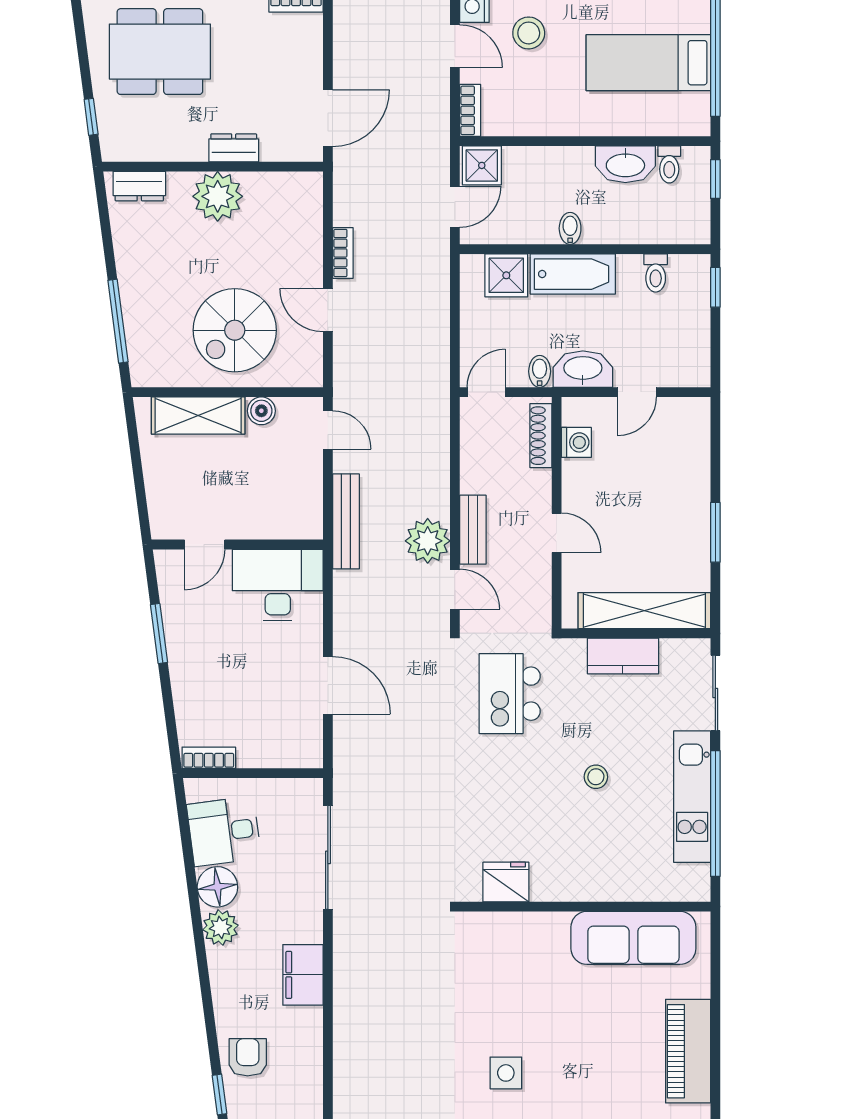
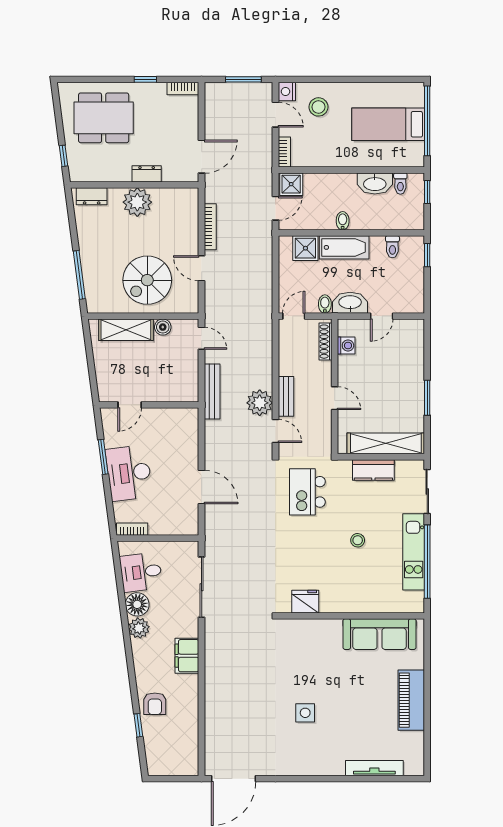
bookcase: (343, 253) -> (210, 227), width x1.56
desk: (278, 585) -> (129, 473), moved, turned -97
armchair: (248, 1057) -> (155, 704), turned 180

